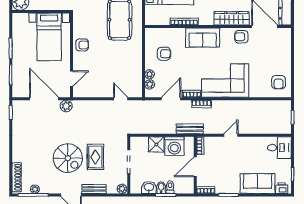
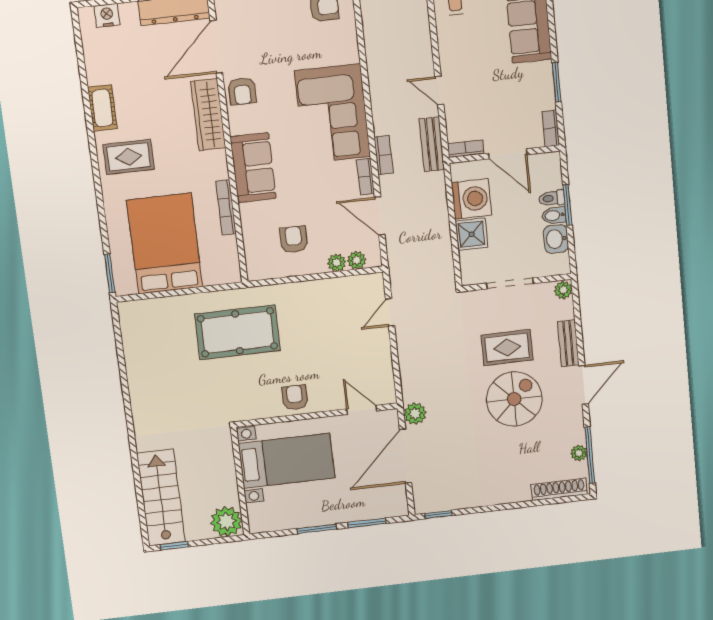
bench: (190, 129) -> (432, 144), moved

